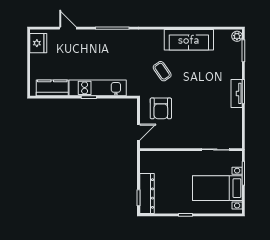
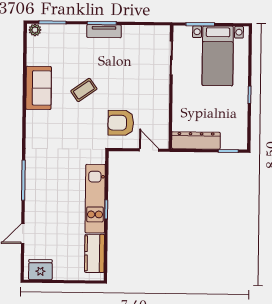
sofa: (189, 40) -> (39, 88), width x0.73
coffee table: (162, 71) -> (84, 90), moved
armchair: (161, 108) -> (121, 123), turned 180
dresser: (147, 194) -> (196, 140), moved

